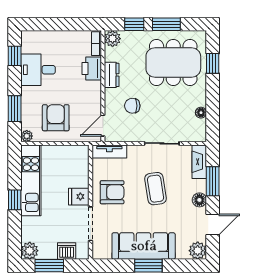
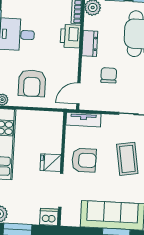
chair: (132, 106) -> (109, 75), turned 90
armchair: (56, 118) -> (32, 83), turned 180
dishwasher: (67, 251) -> (49, 217), moved

